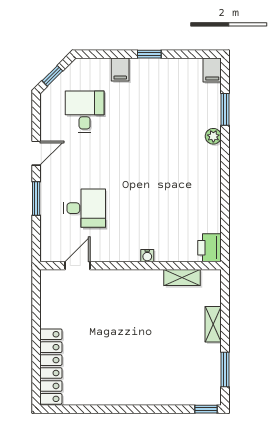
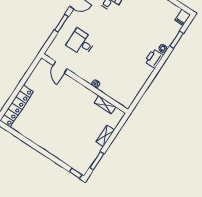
desk: (85, 208) -> (81, 43), turned 180
printer: (210, 248) -> (154, 58), moved
door: (77, 266) -> (60, 67), swing flipped

